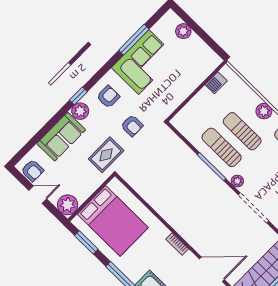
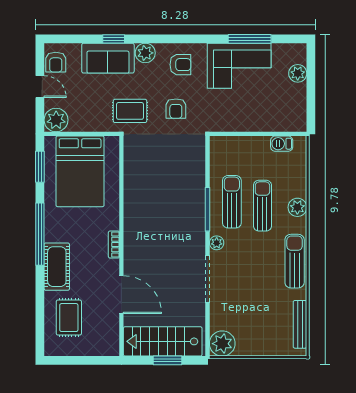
window: (78, 96) -> (114, 39), moved

